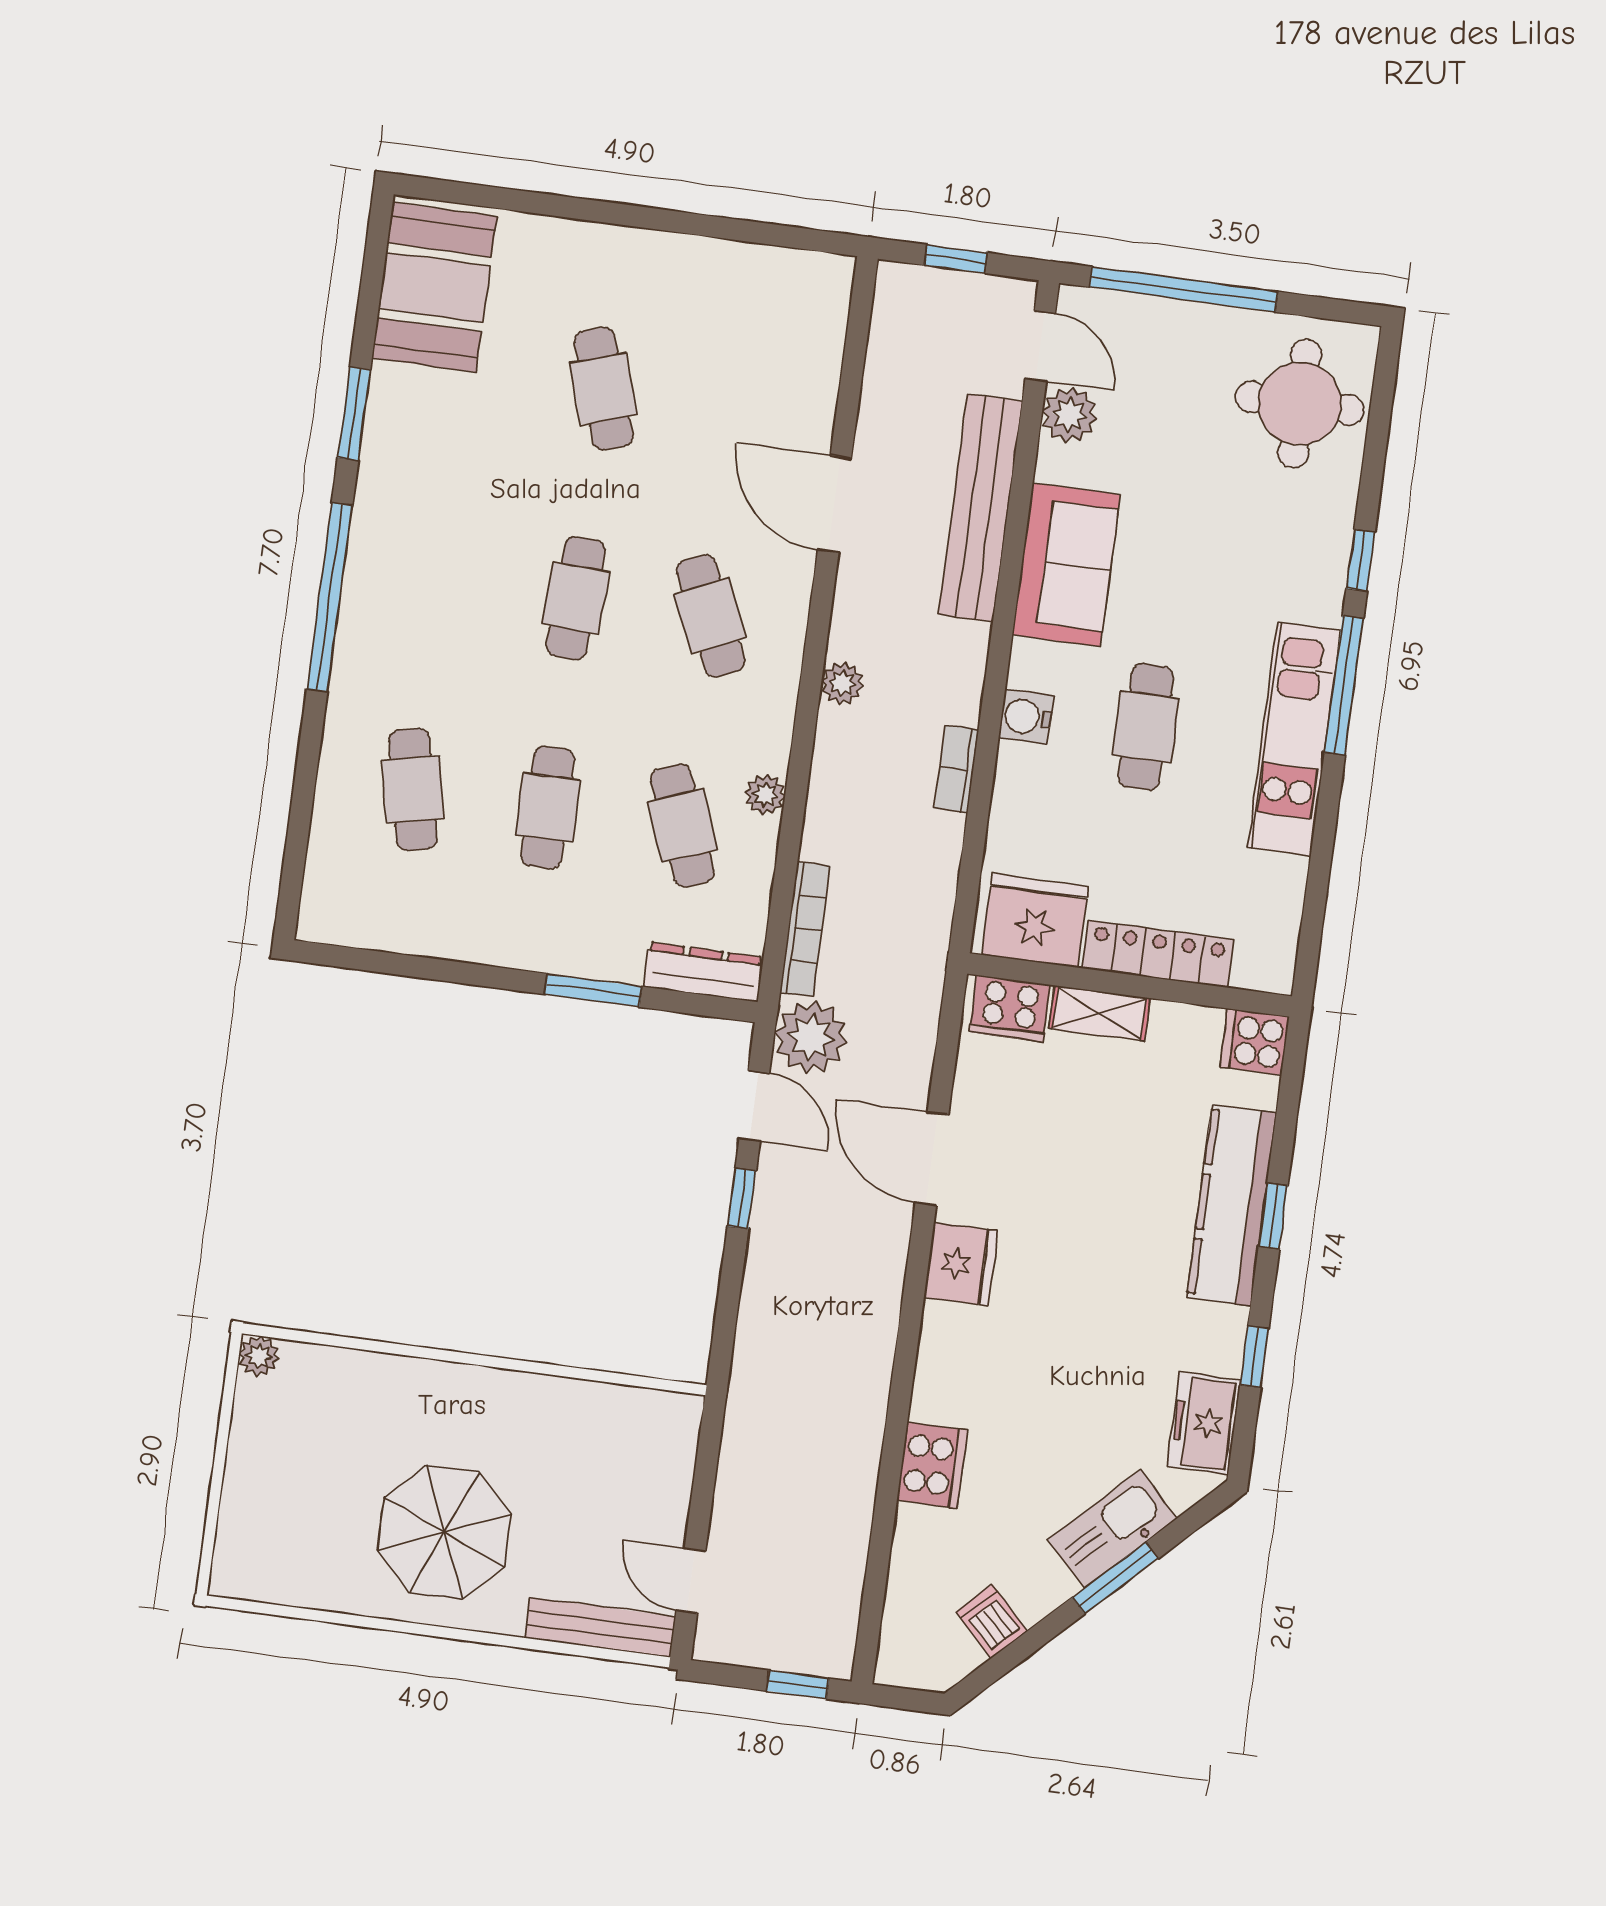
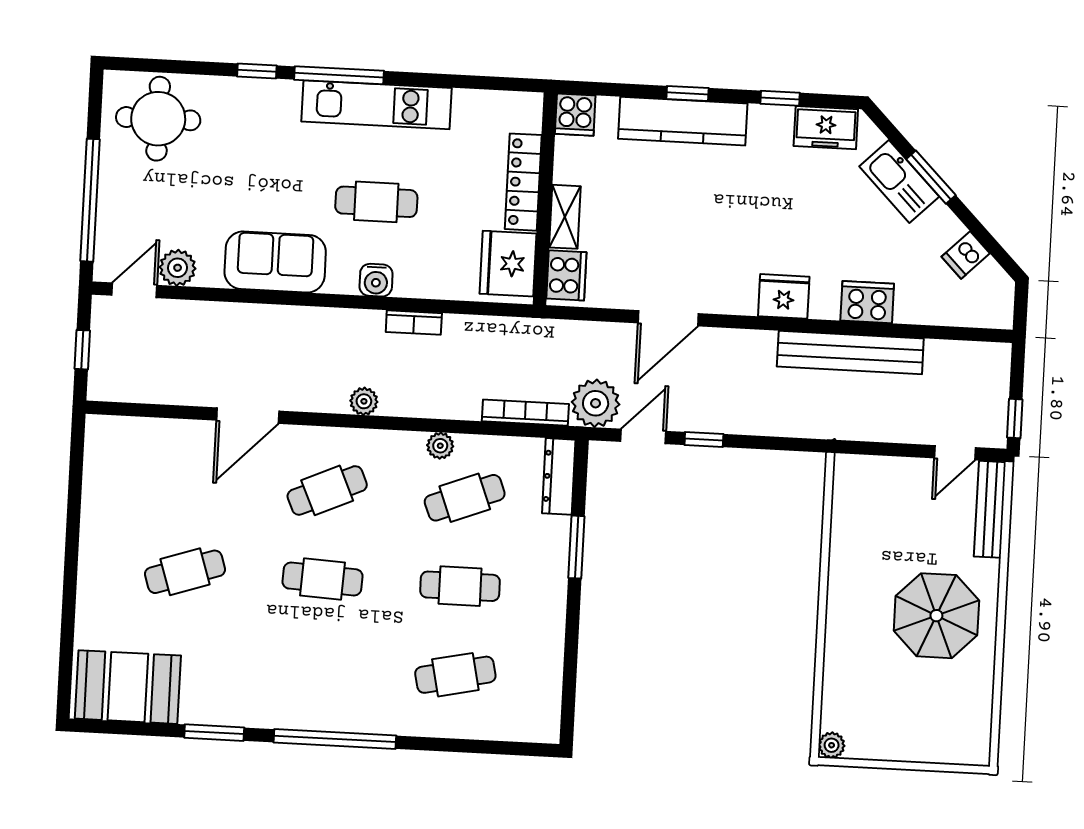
bench: (981, 508) -> (850, 352), moved
fridge: (961, 1264) -> (784, 296), moved
window: (798, 1685) -> (1015, 419), moved

